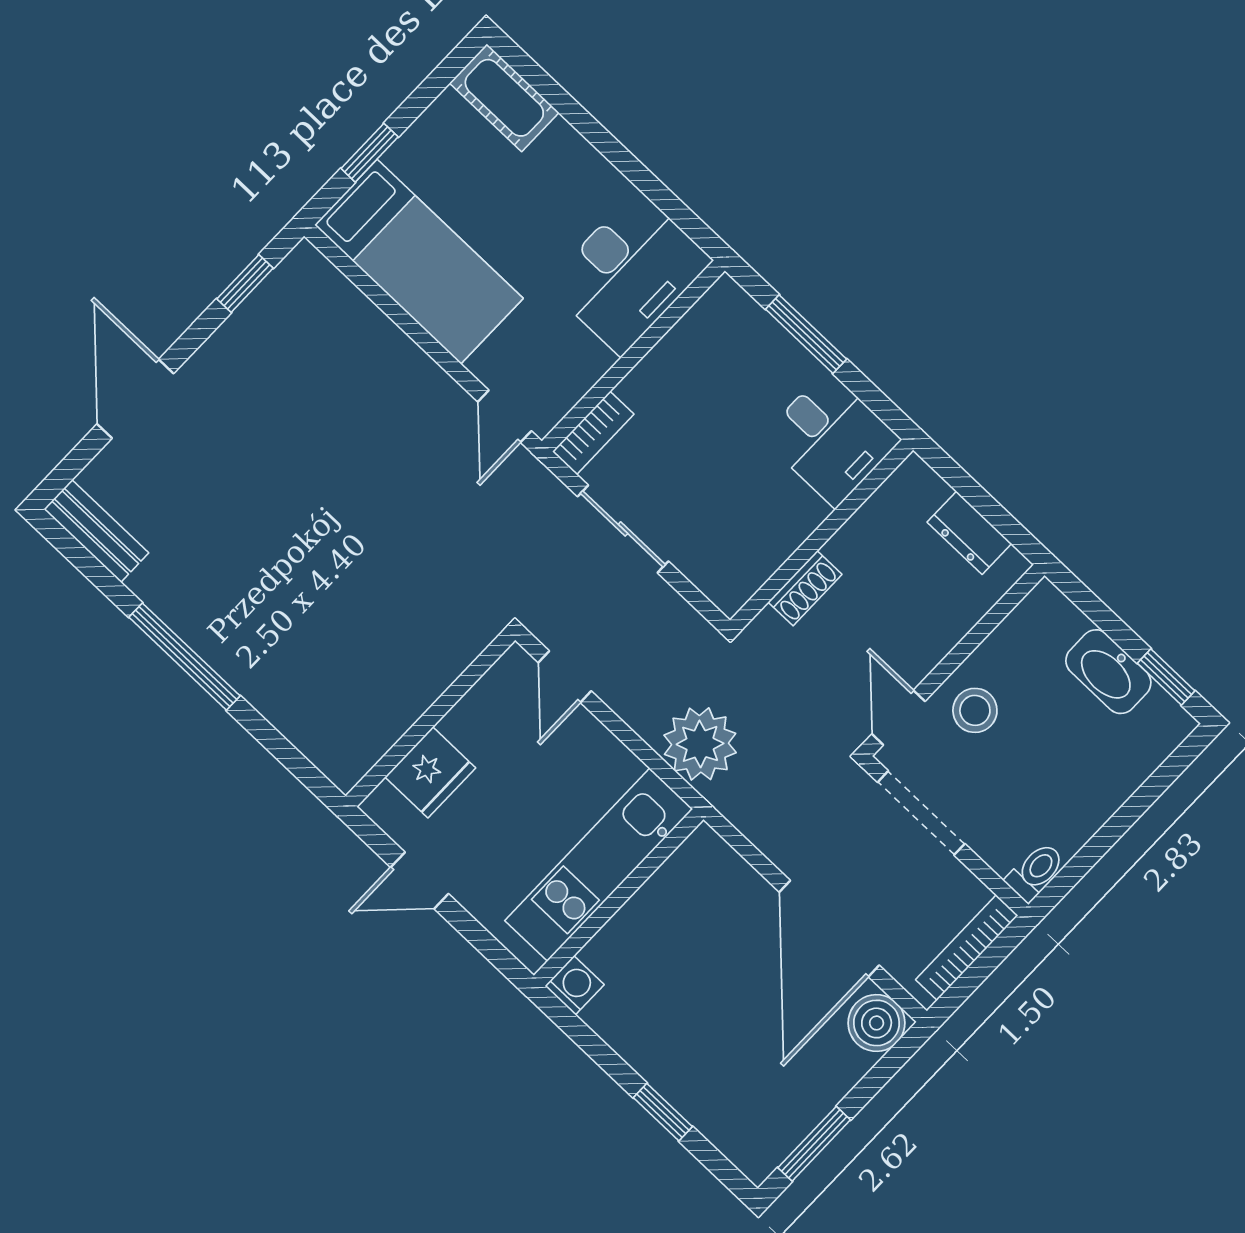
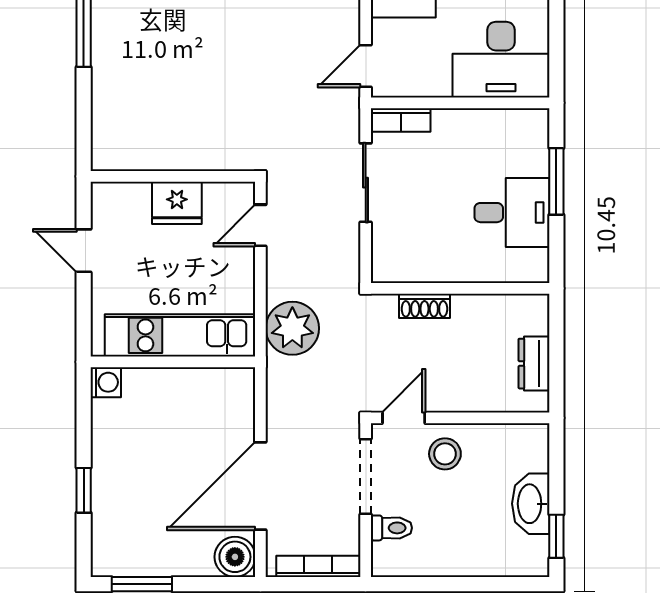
desk: (831, 439) -> (512, 213), moved, turned -90
fridge: (430, 772) -> (177, 203), moved
toilet: (1035, 872) -> (391, 528), moved

